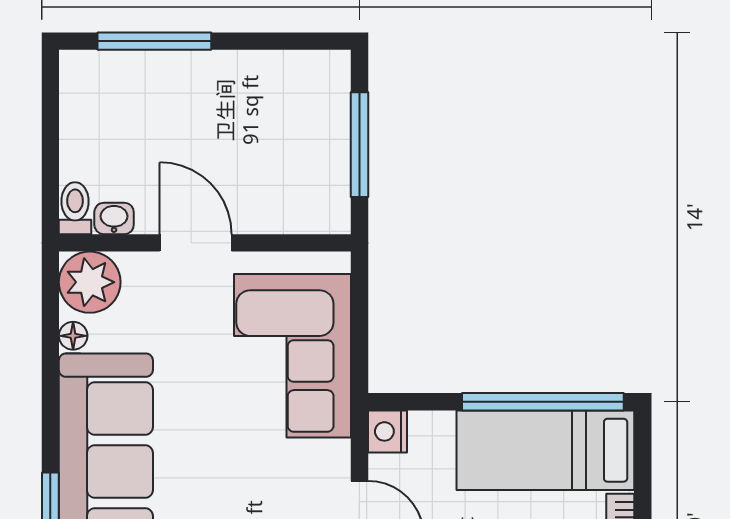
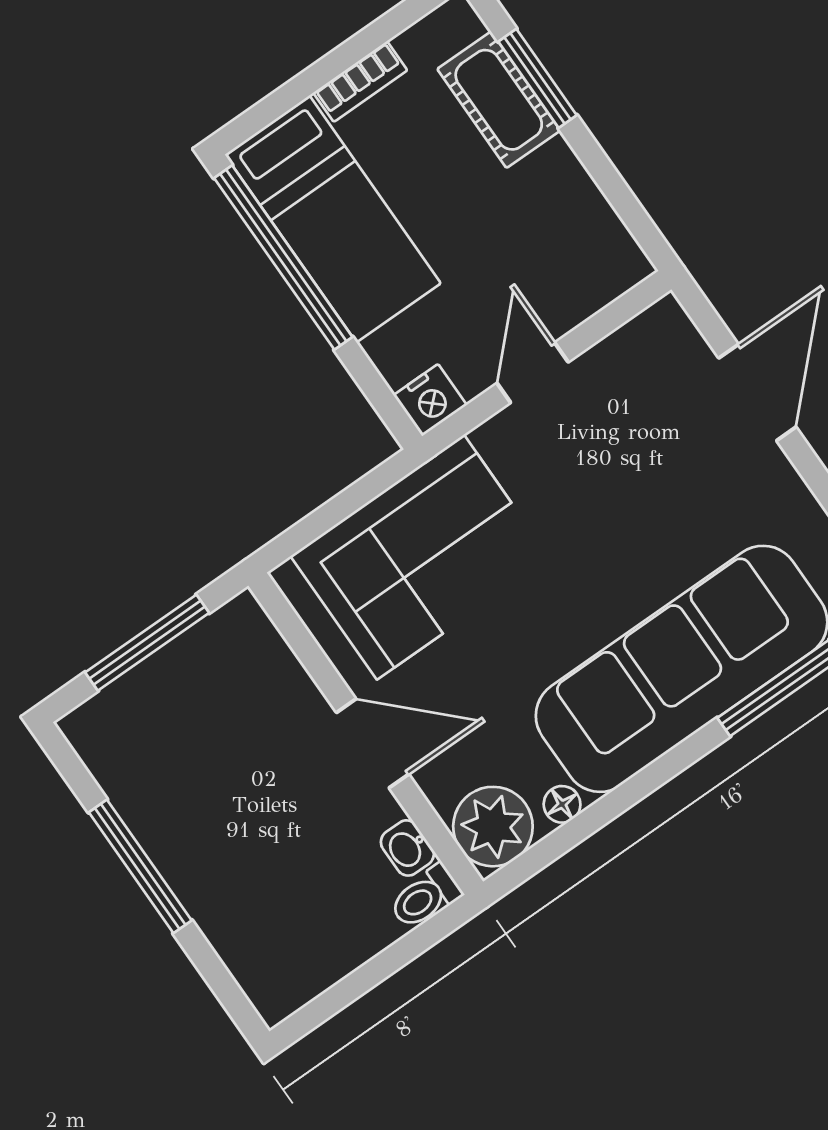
window: (154, 41) -> (140, 866), moved
door: (196, 243) -> (373, 743), swing flipped

